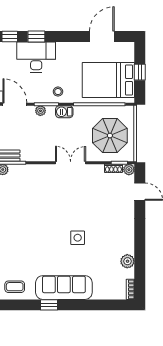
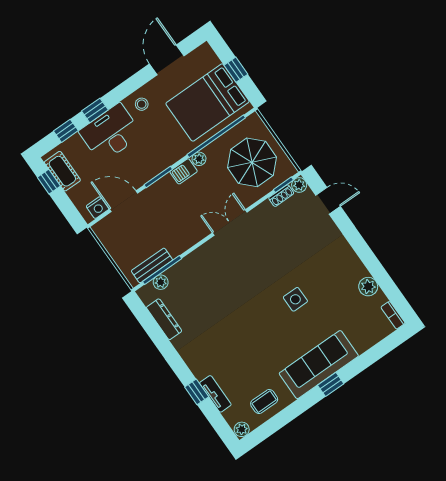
stool: (58, 92) -> (142, 104), moved
plant: (40, 111) -> (199, 159), moved
window: (49, 305) -> (331, 384), moved

